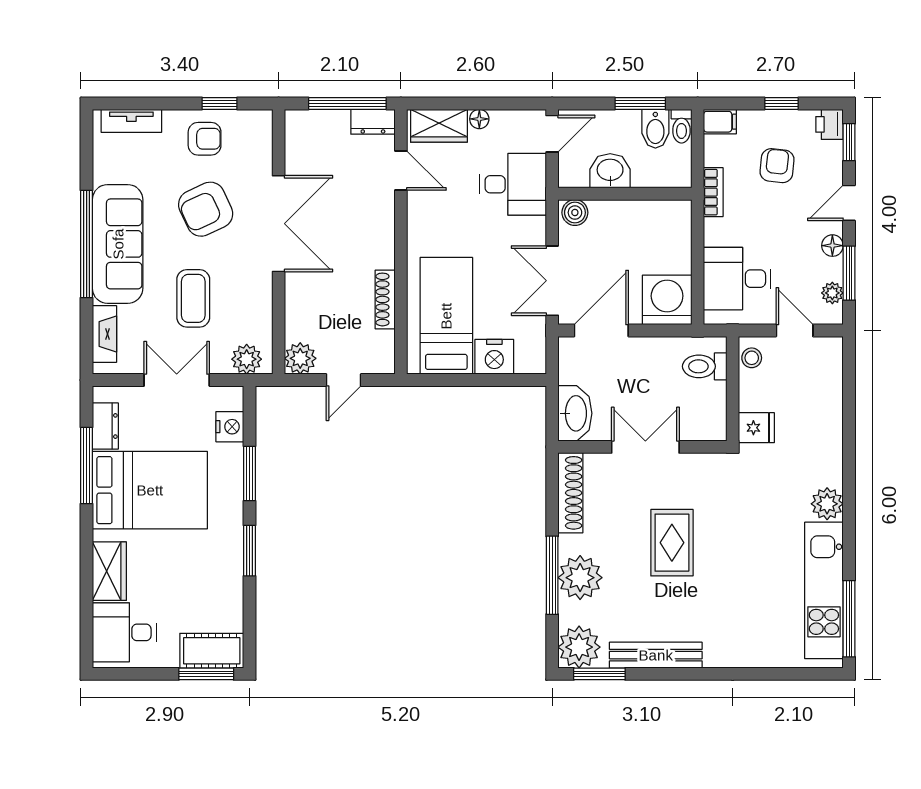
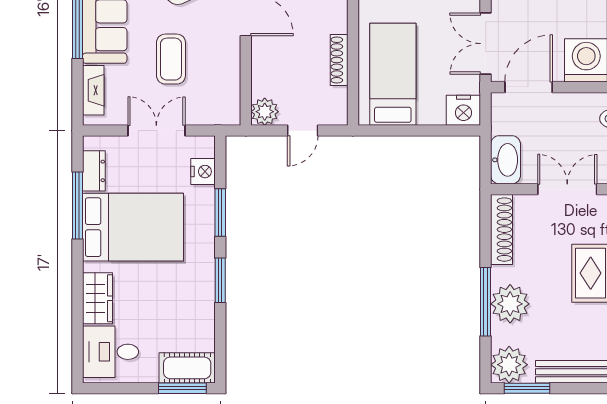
nightstand: (494, 357) -> (463, 110), moved
plant: (247, 359) -> (218, 112), removed

